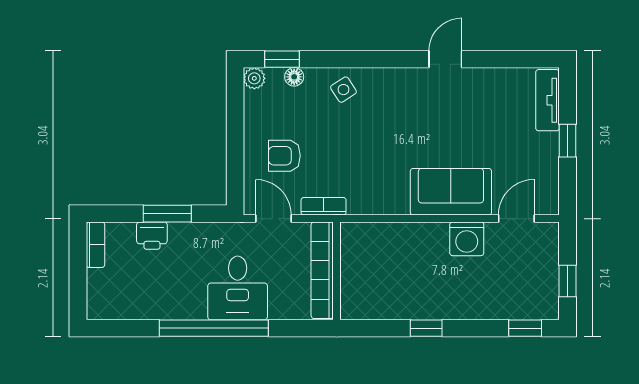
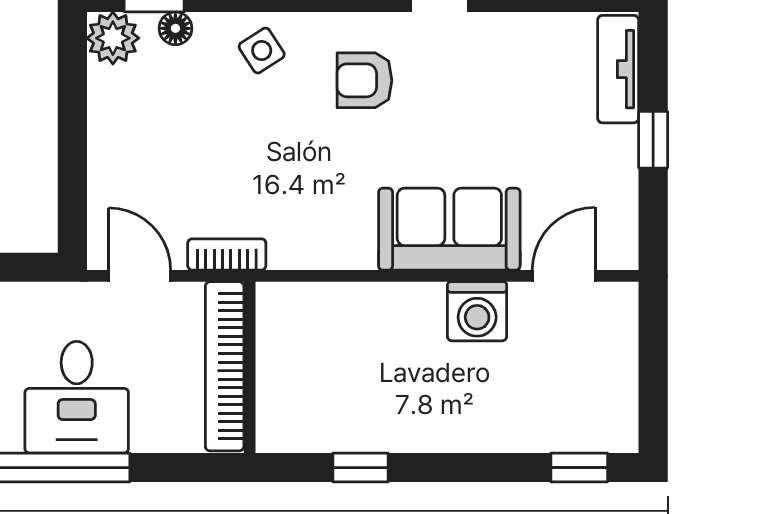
plant: (254, 78) -> (113, 38), width x1.38, depth x1.38
armchair: (284, 156) -> (364, 80), moved
window: (568, 281) -> (653, 385), removed
window: (426, 328) -> (360, 468), moved

